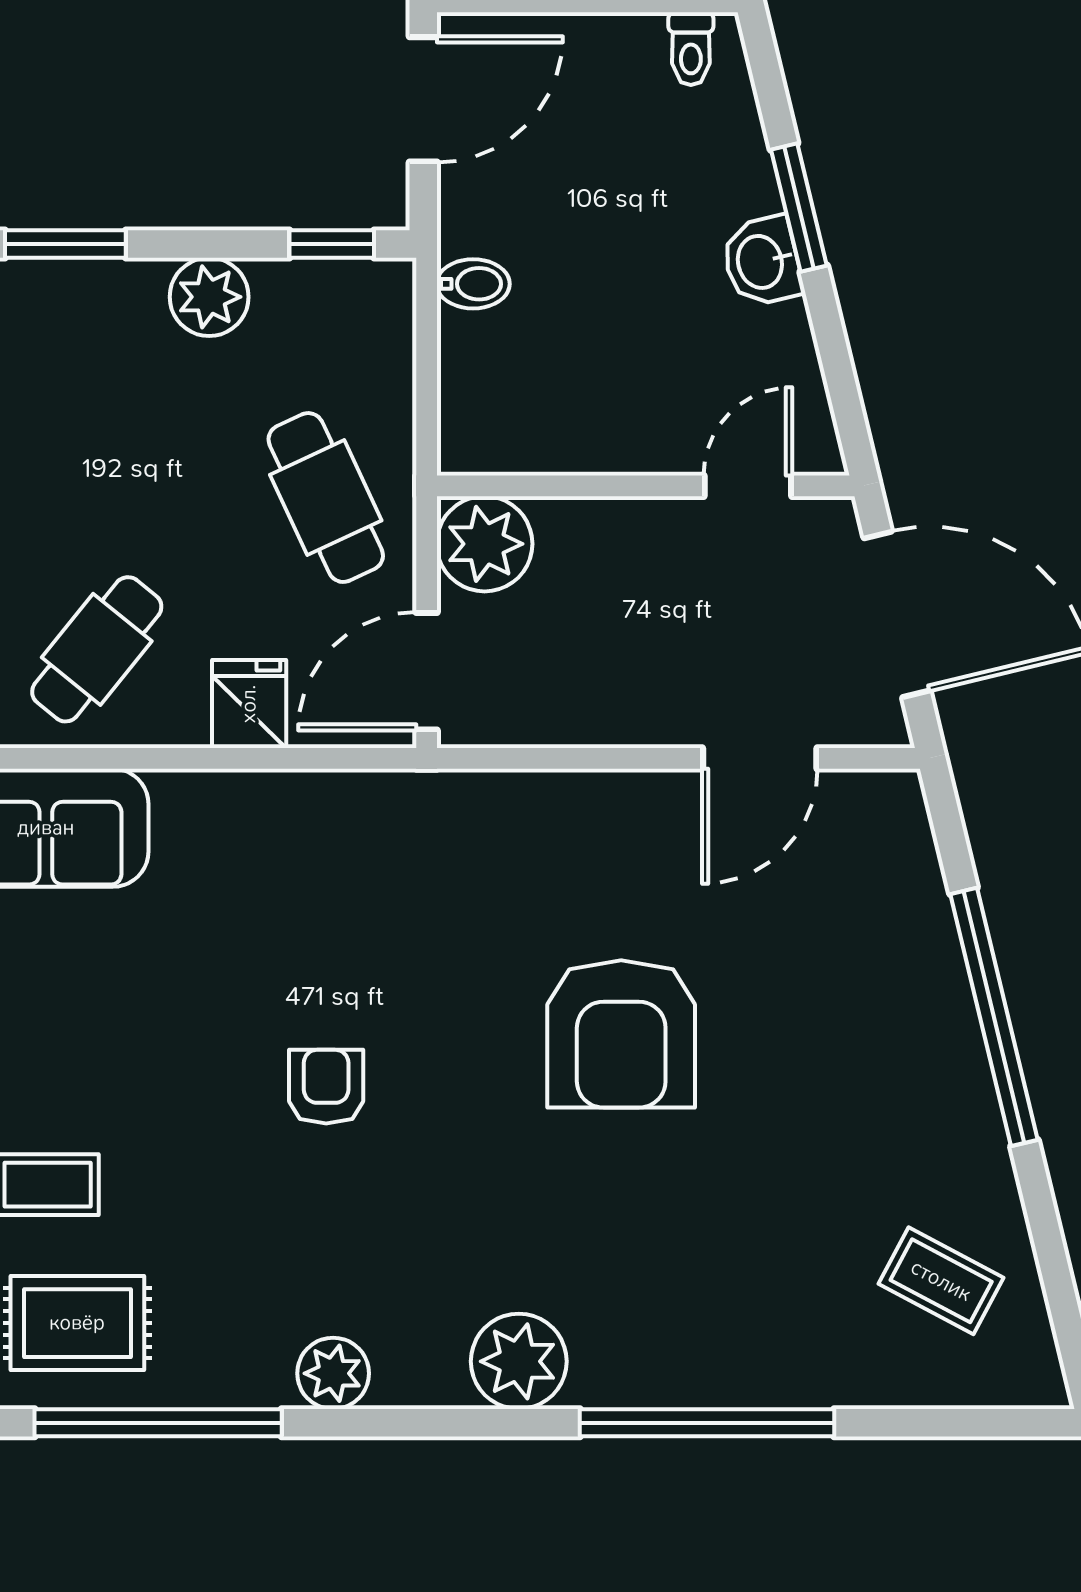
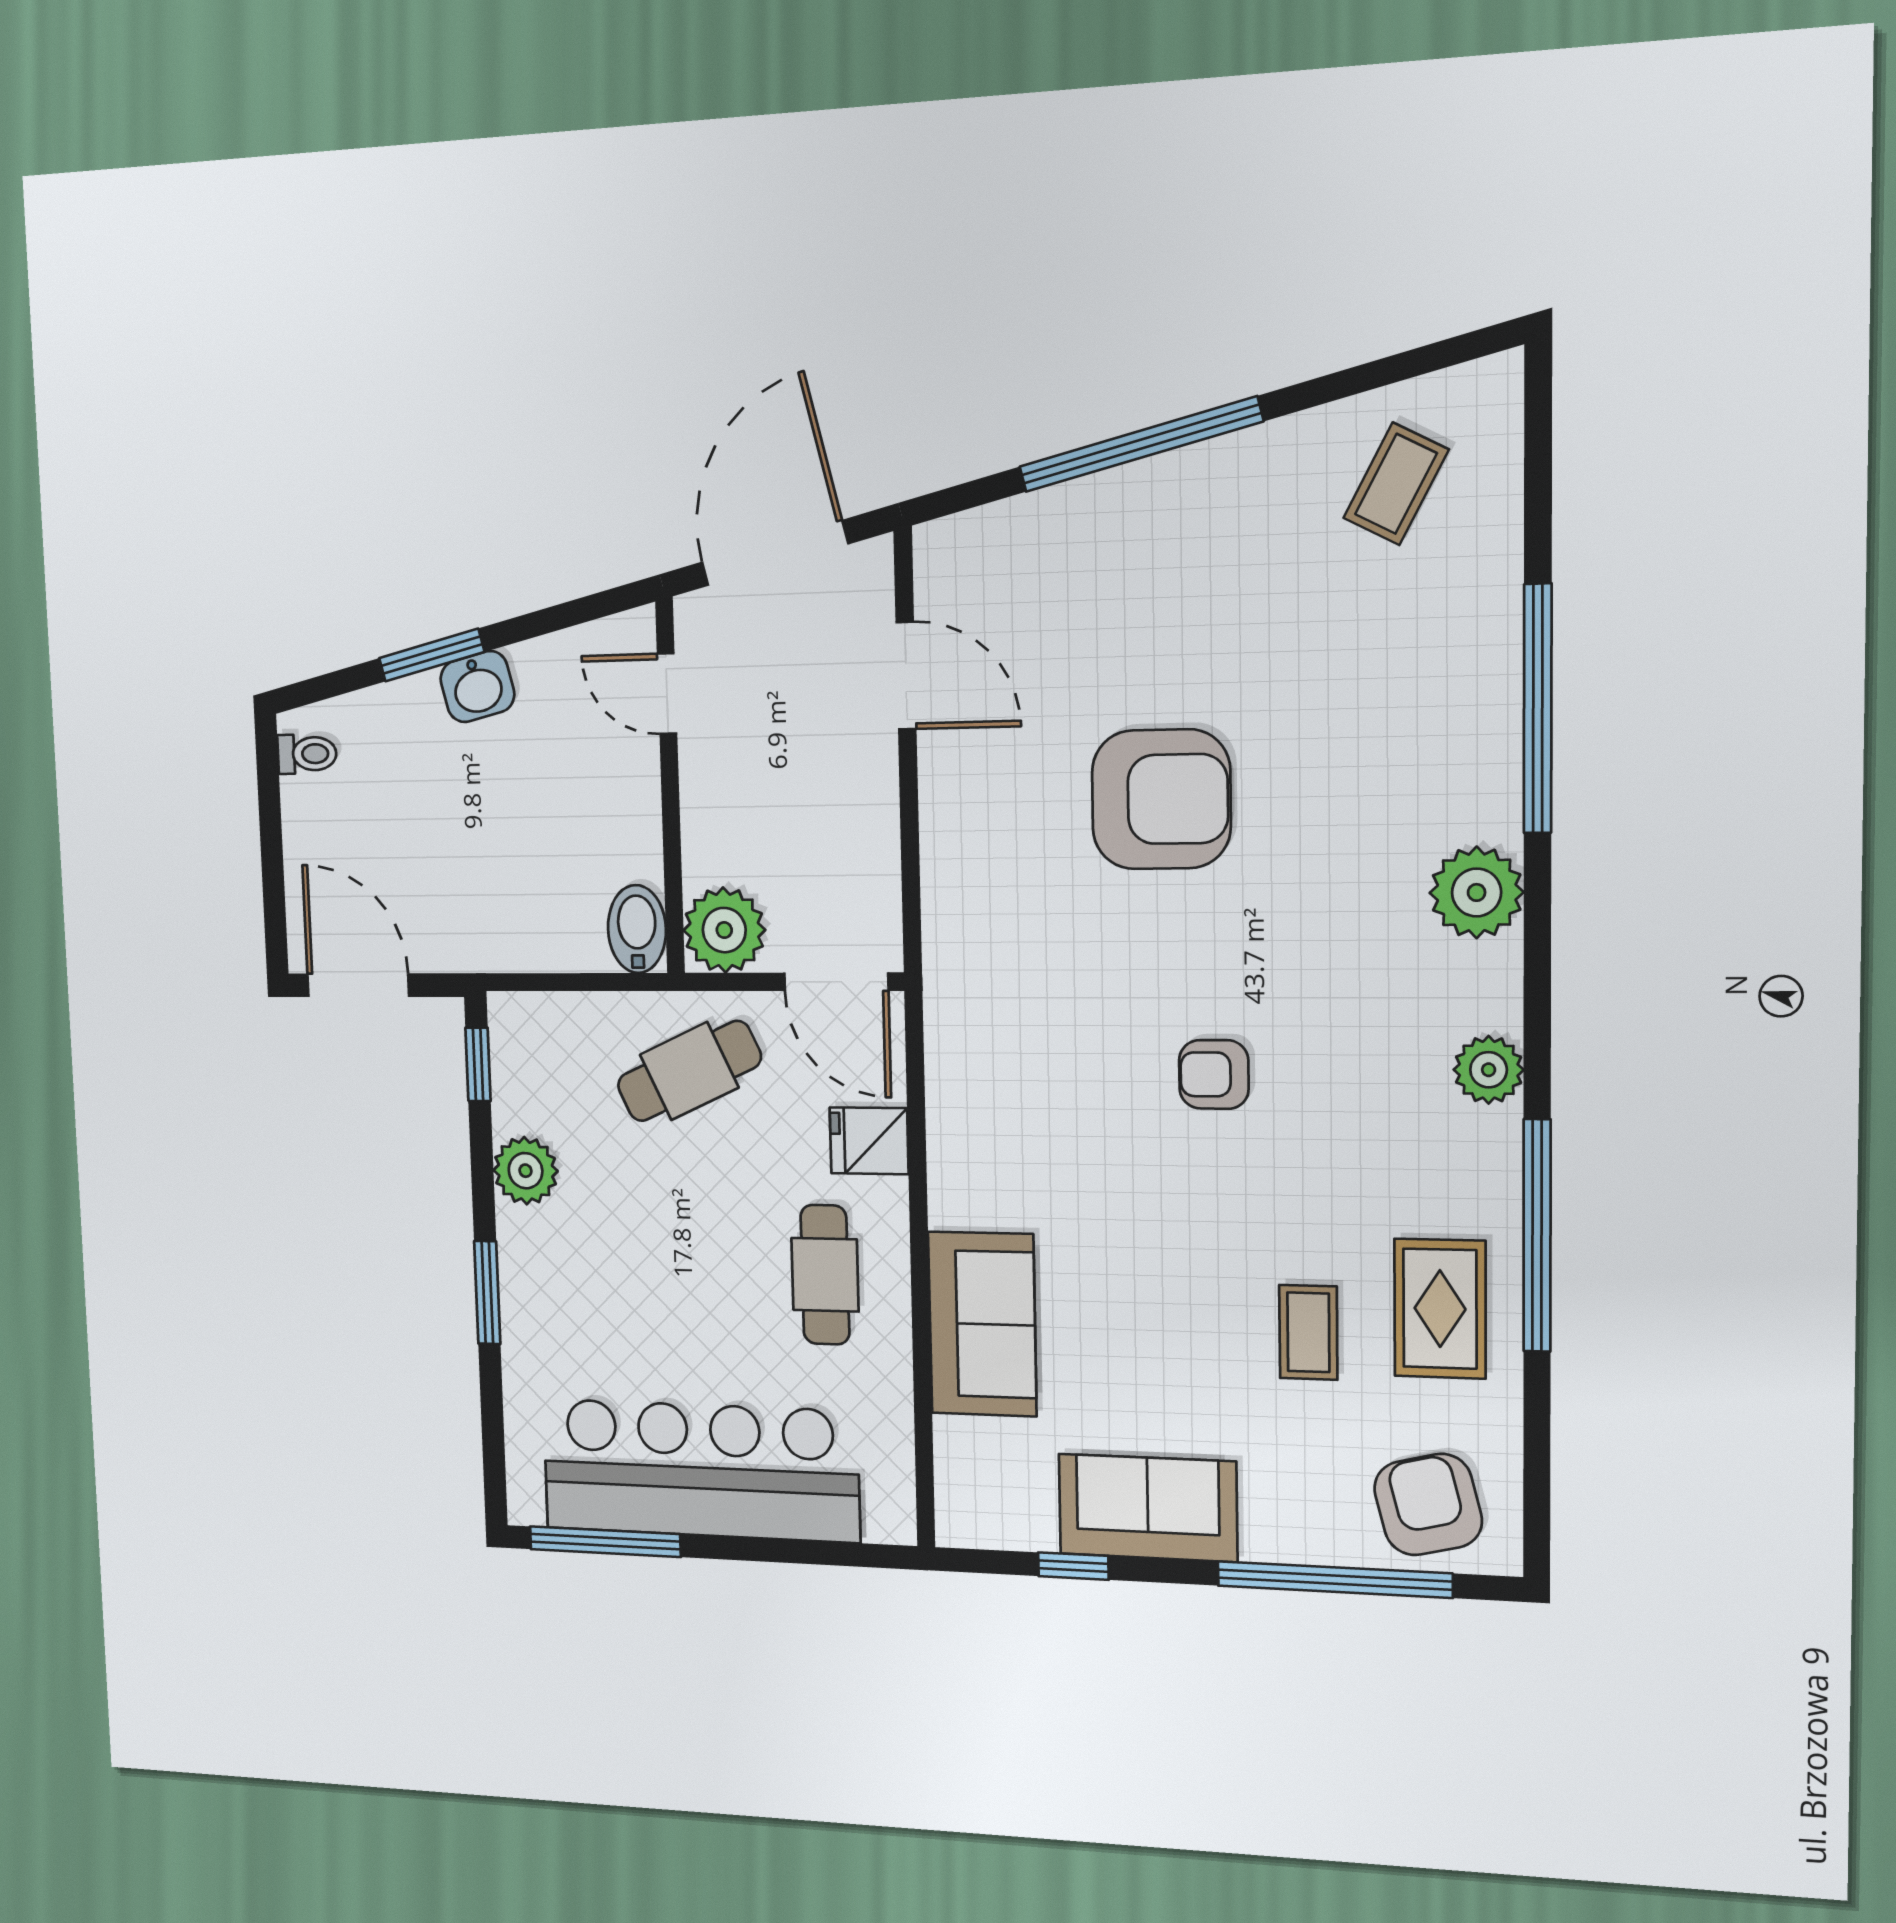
bidet: (473, 284) -> (637, 929), moved, width x1.38, depth x1.36
cafe table: (97, 649) -> (825, 1275), turned 51

